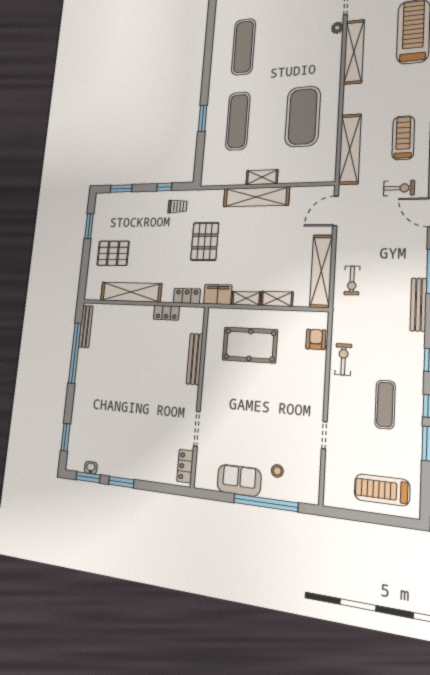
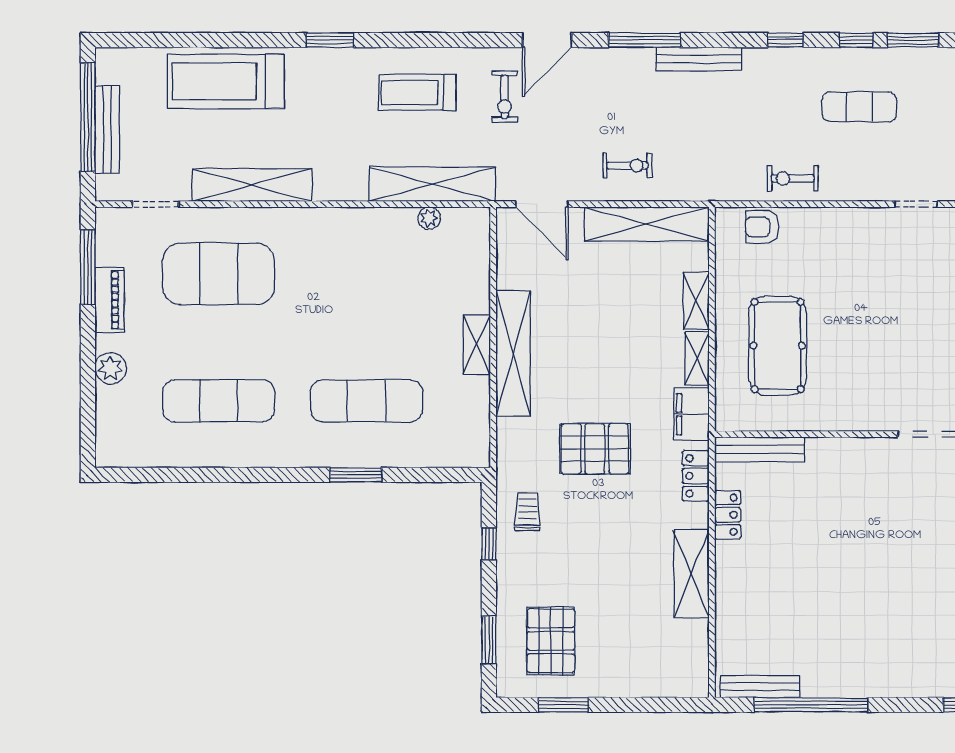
plant: (337, 28) -> (429, 218), moved
exercise mat: (303, 117) -> (219, 274), moved
exercise bike: (399, 188) -> (505, 97), turned 180
pallet: (113, 253) -> (551, 641), moved
exercise bike: (352, 280) -> (627, 166), moved
shelving: (131, 292) -> (691, 574), width x0.68
bench: (195, 359) -> (759, 449), moved

